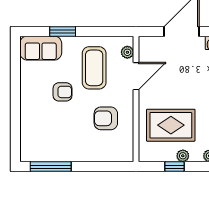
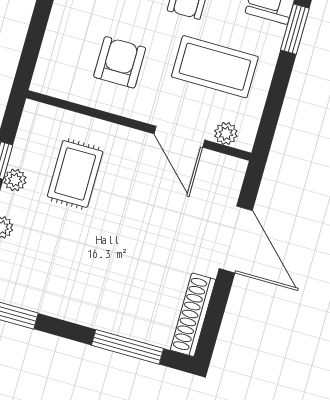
rug: (171, 125) -> (75, 174), width x0.73, depth x0.70

